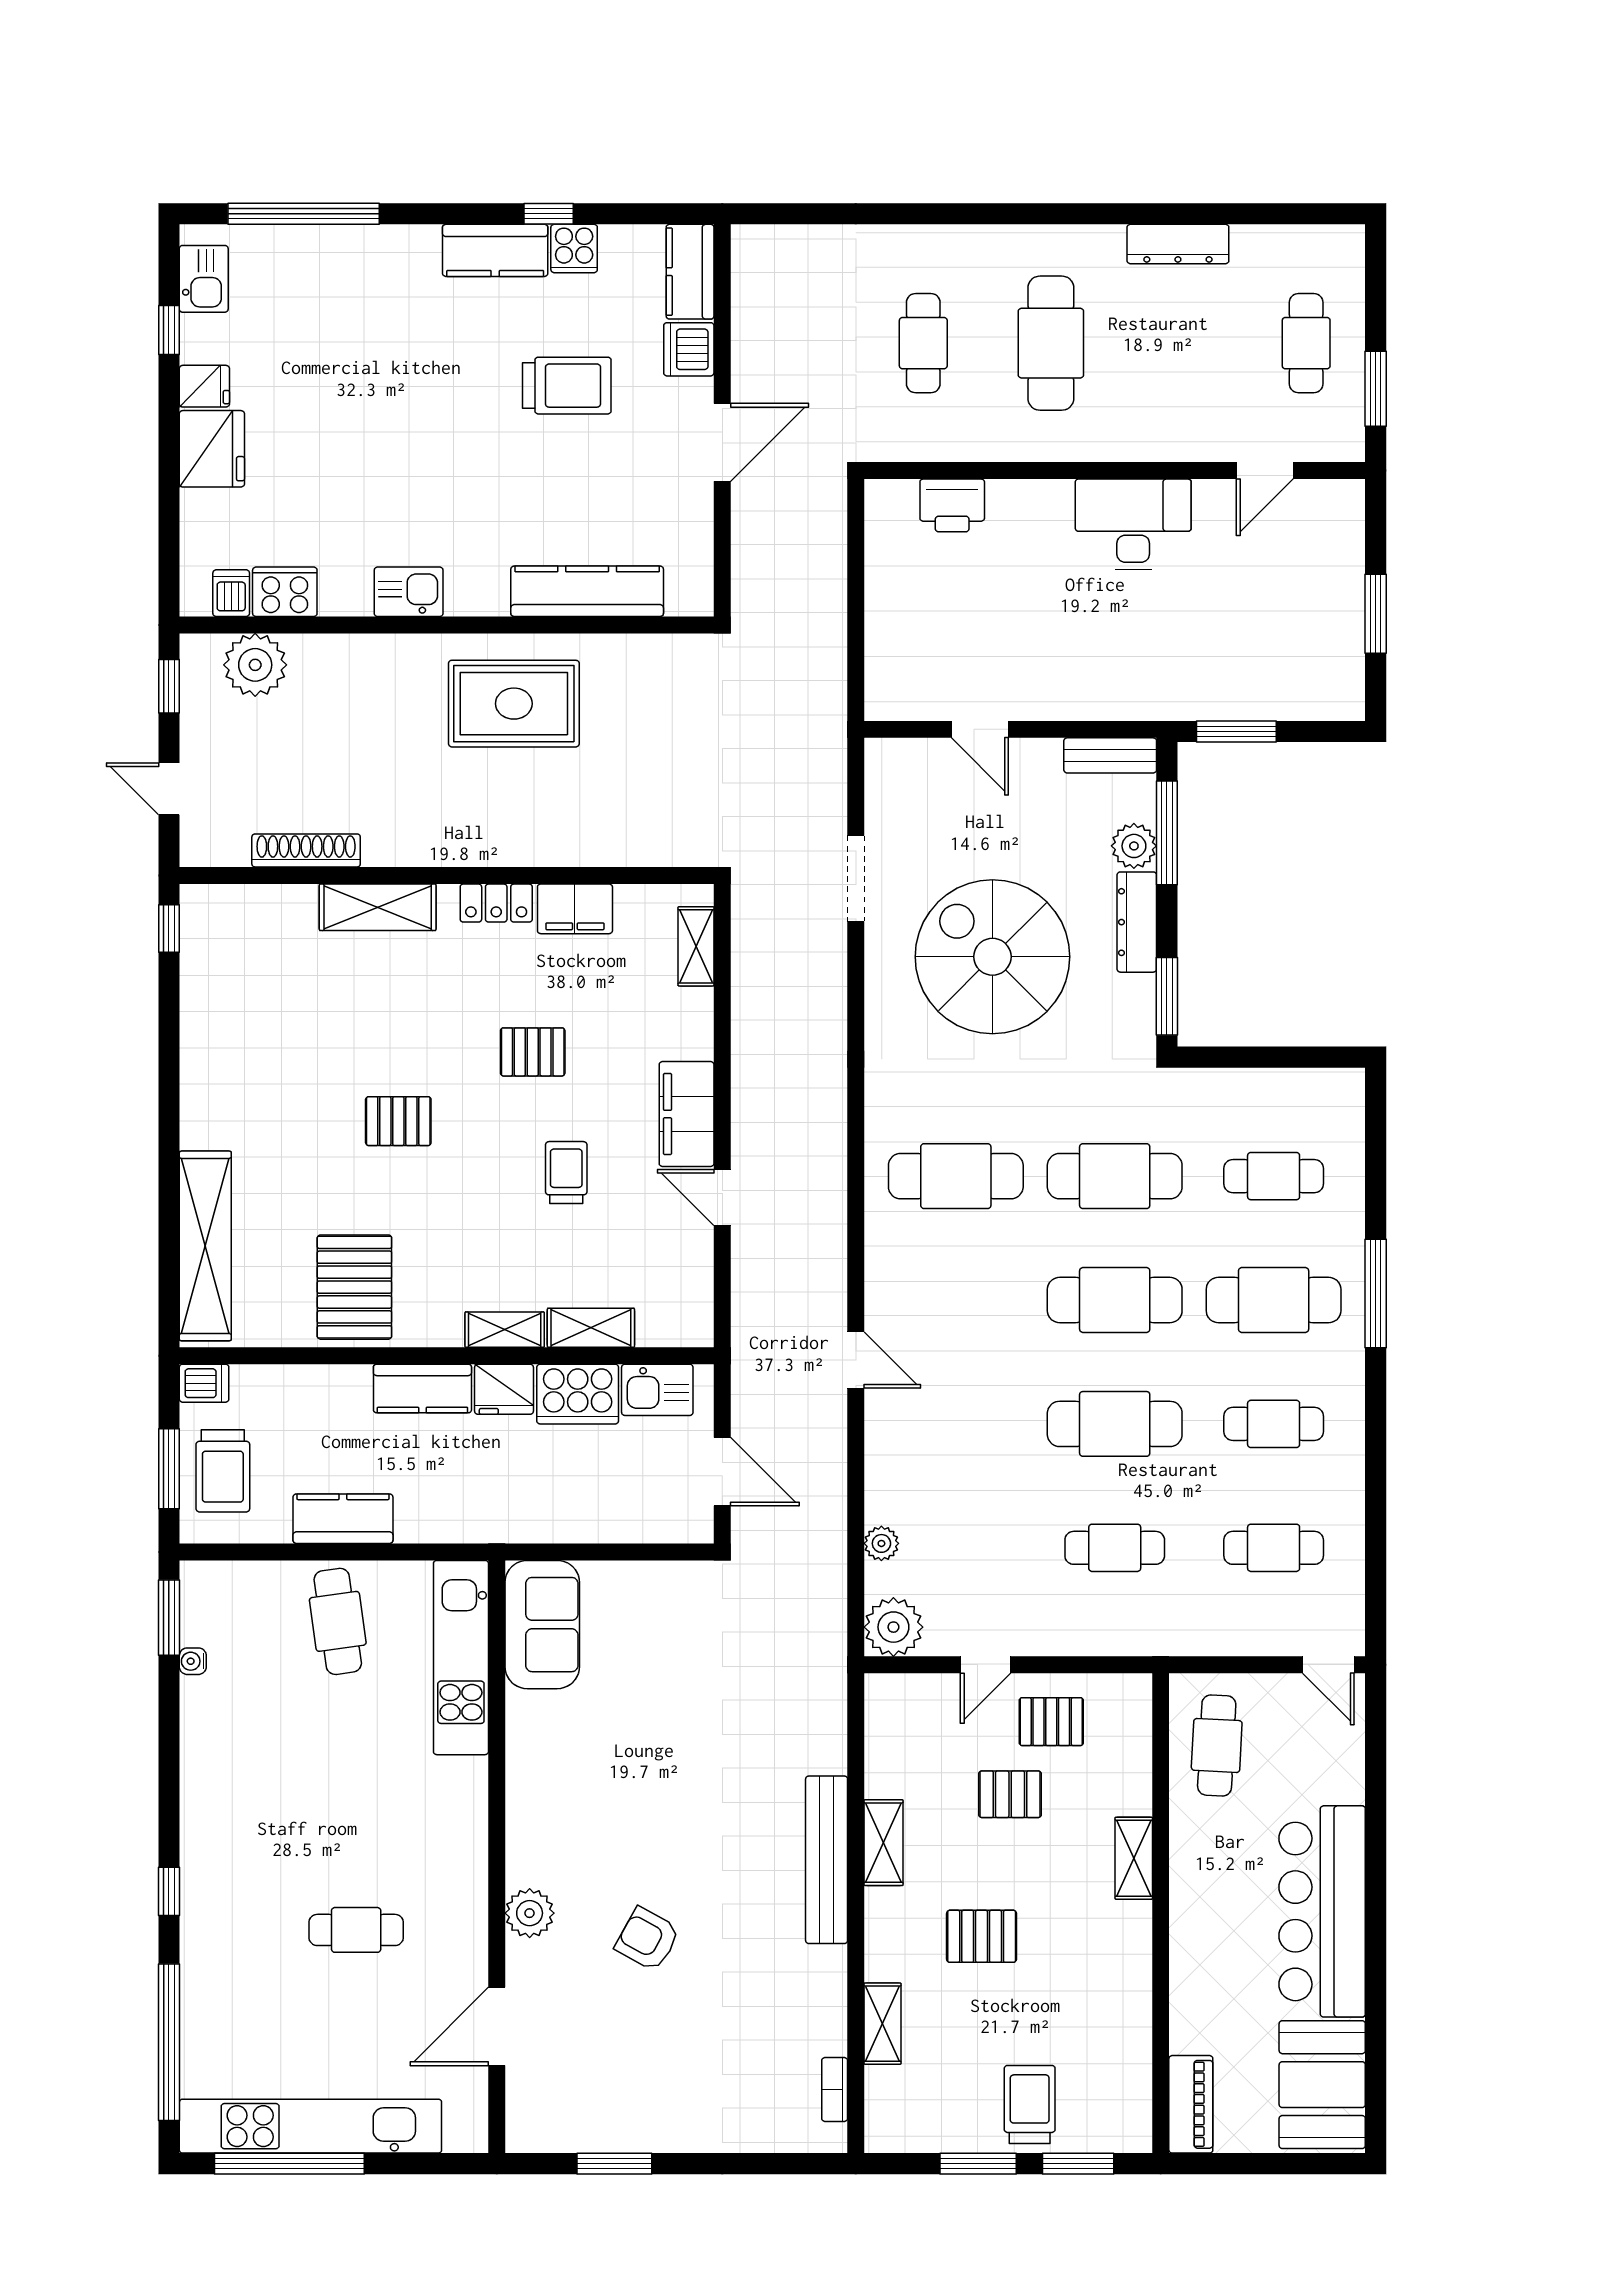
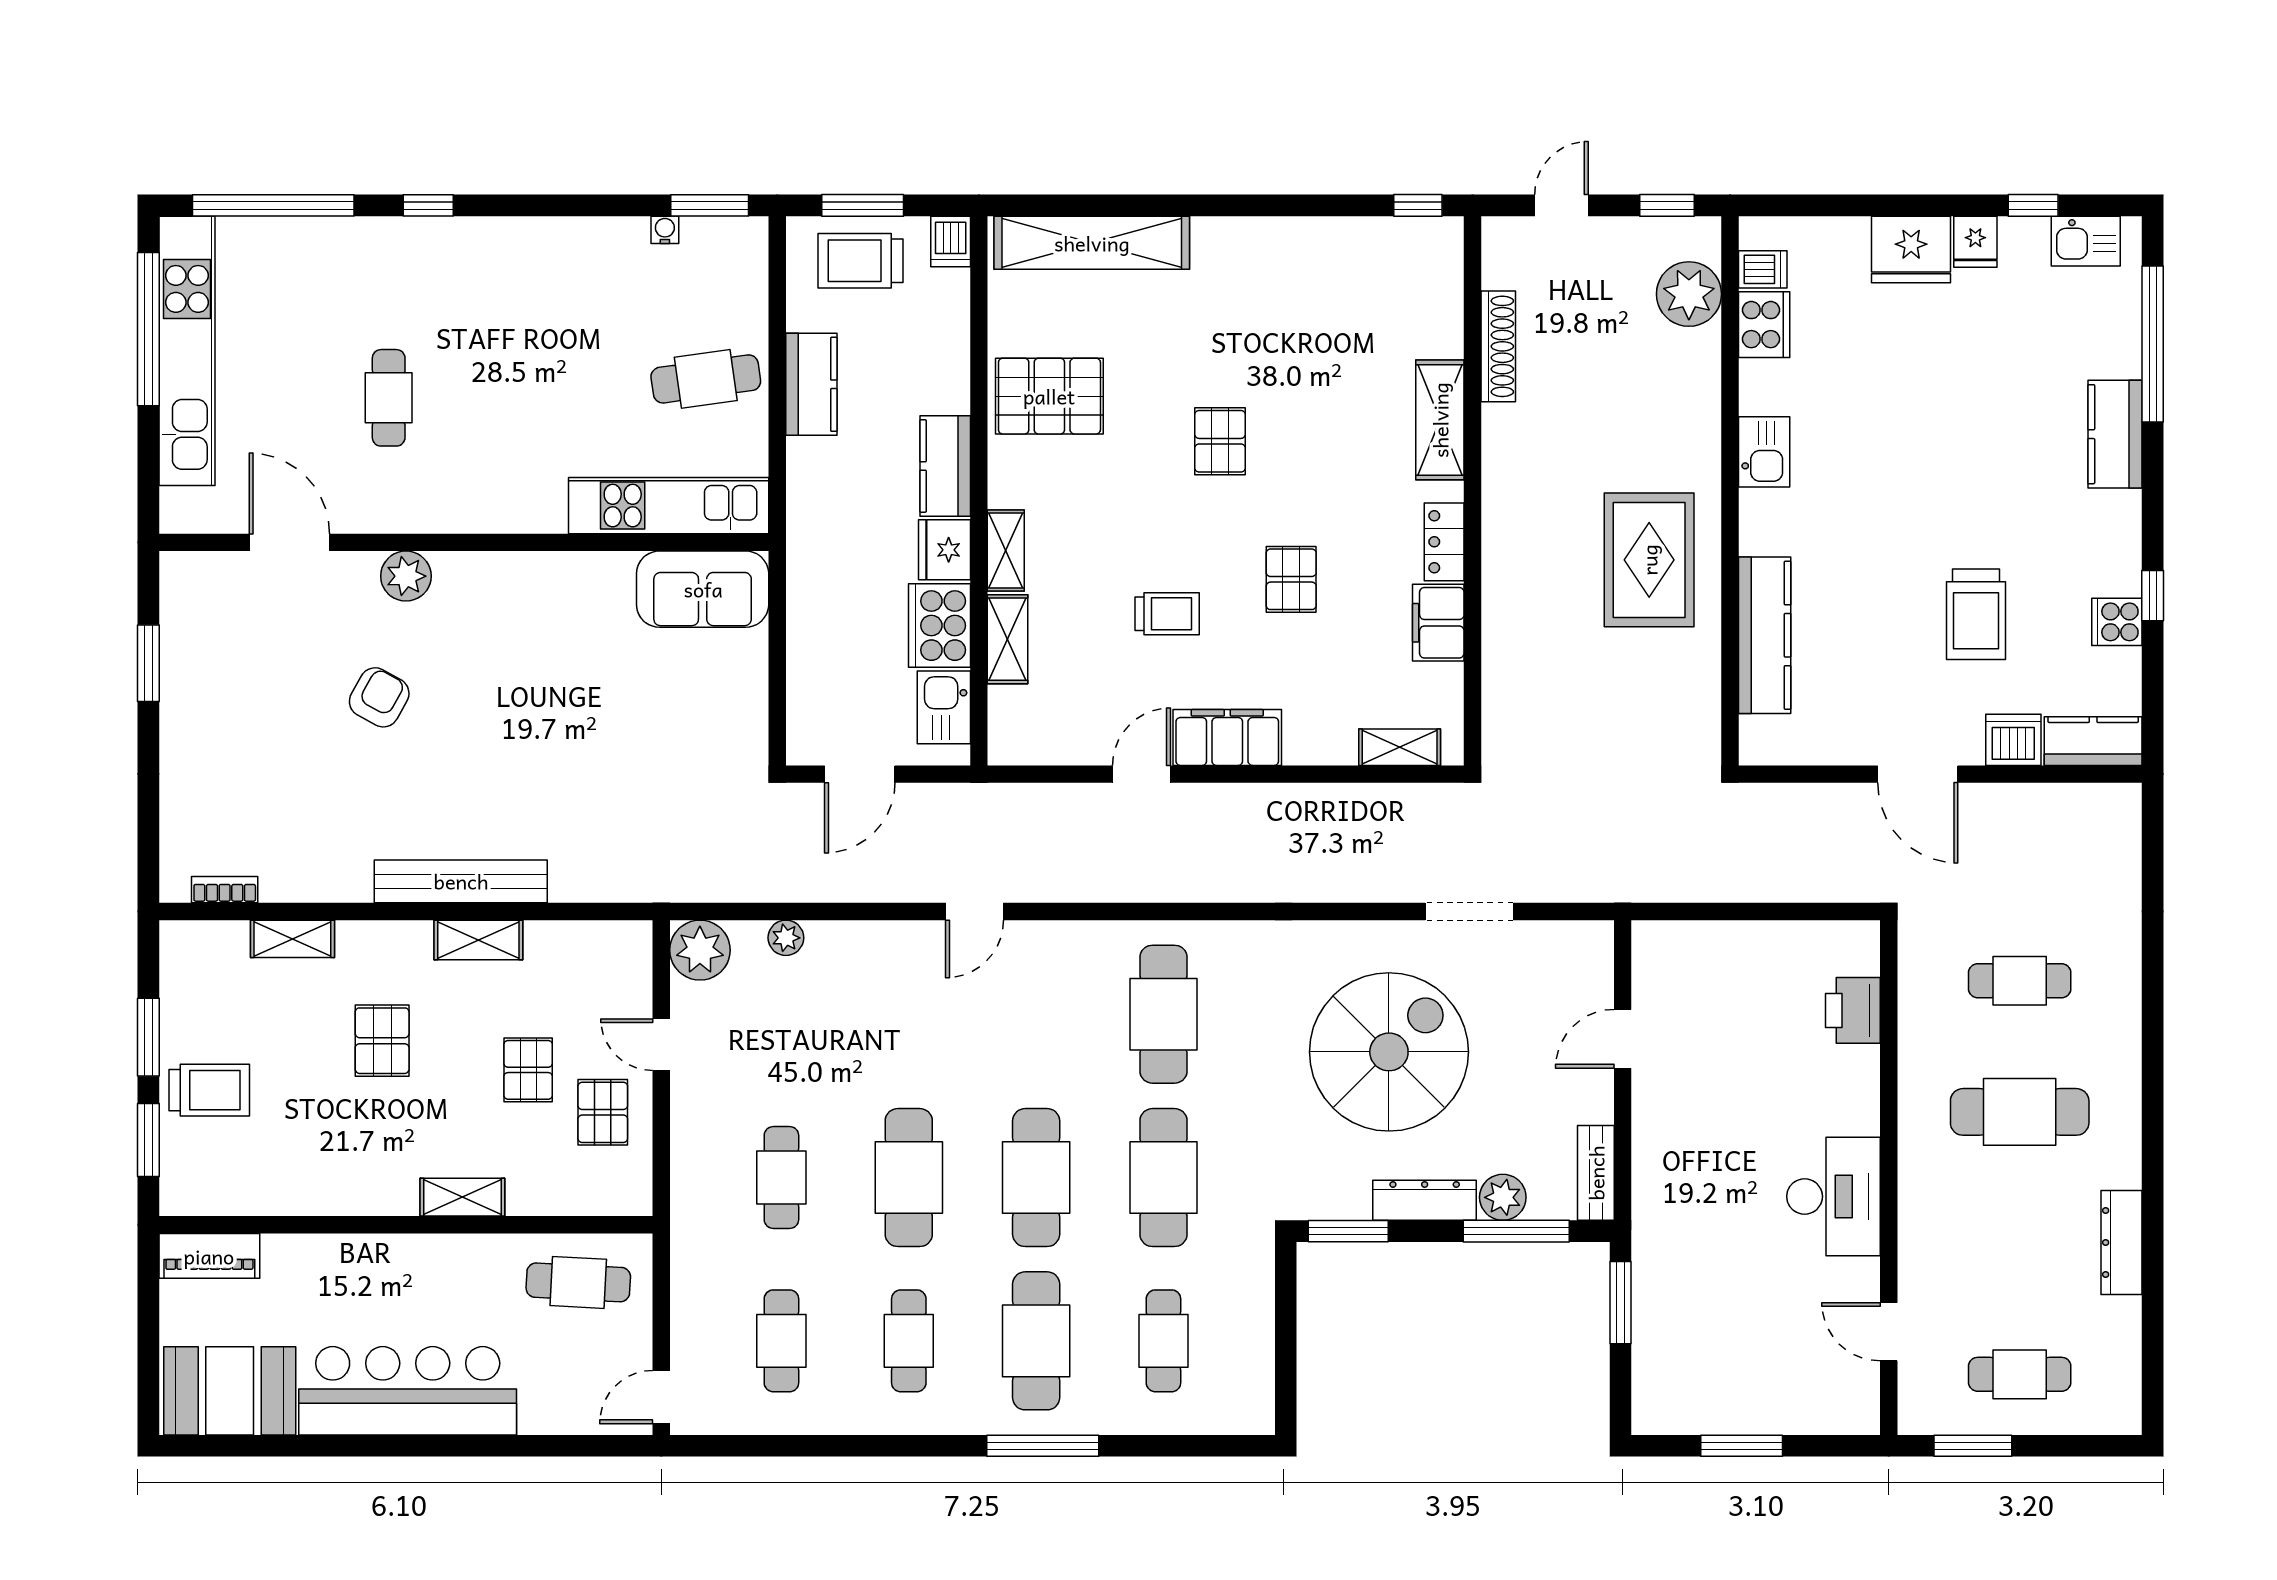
kitchen counter: (495, 250) -> (2115, 434), moved

